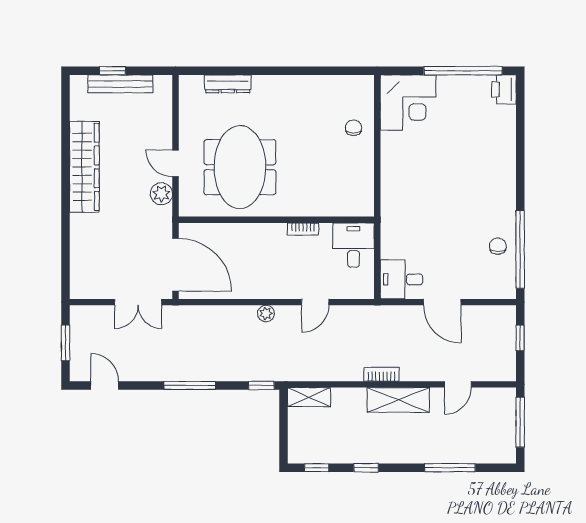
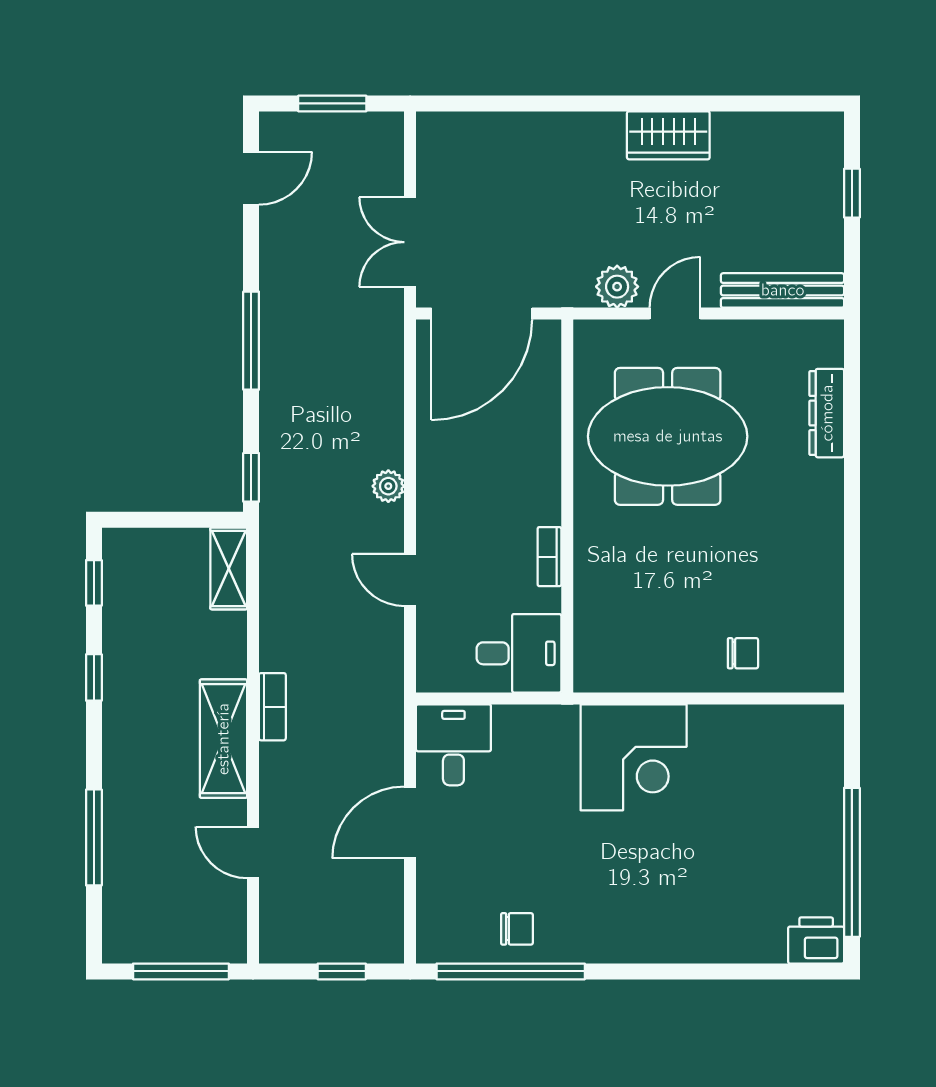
bench: (120, 84) -> (783, 290), moved, turned 90
corner desk: (408, 103) -> (634, 757), moved, turned -90
wardrobe: (84, 167) -> (668, 135), width x0.48, depth x0.85

